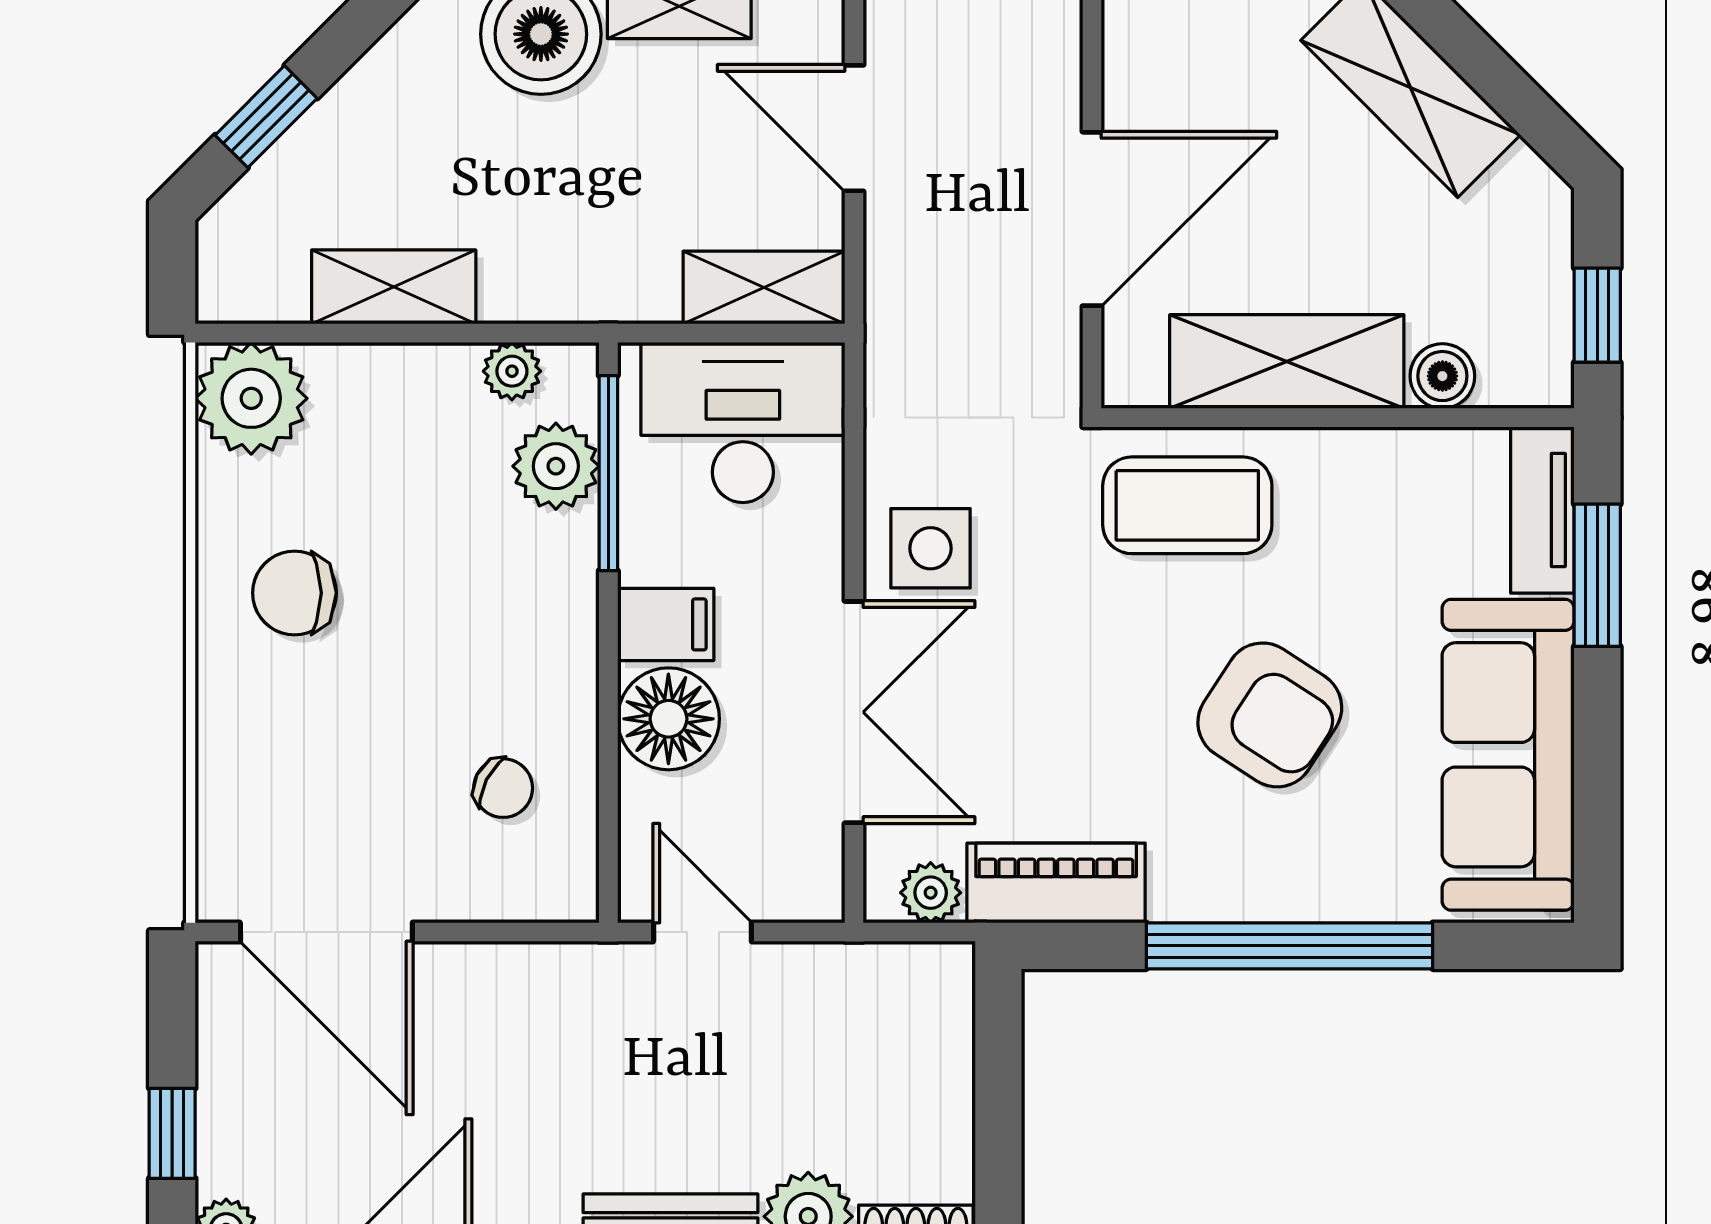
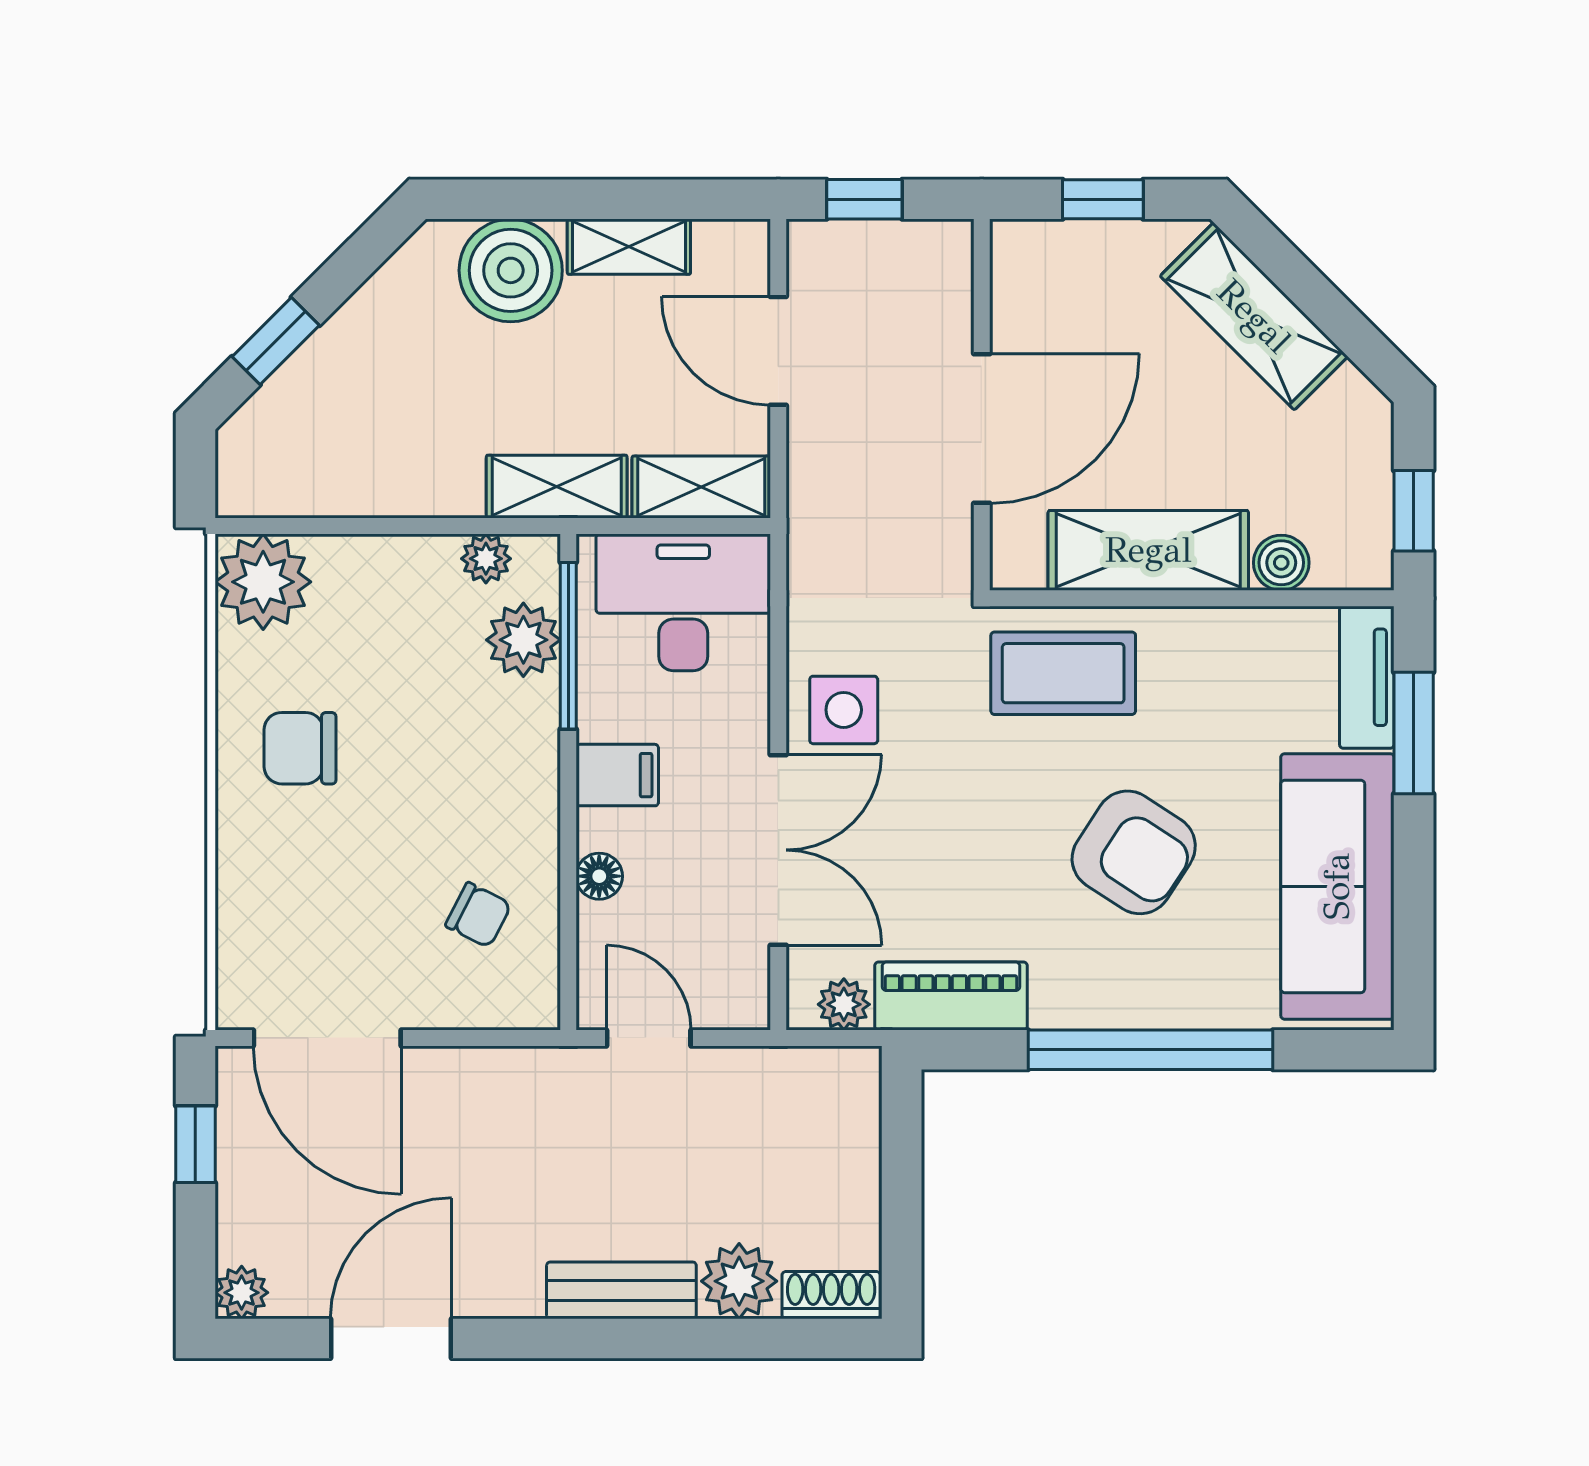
shelving: (394, 287) -> (557, 487), moved
floor lamp: (668, 719) -> (599, 876), width x0.53, depth x0.53
window: (172, 1133) -> (195, 1144), moved

